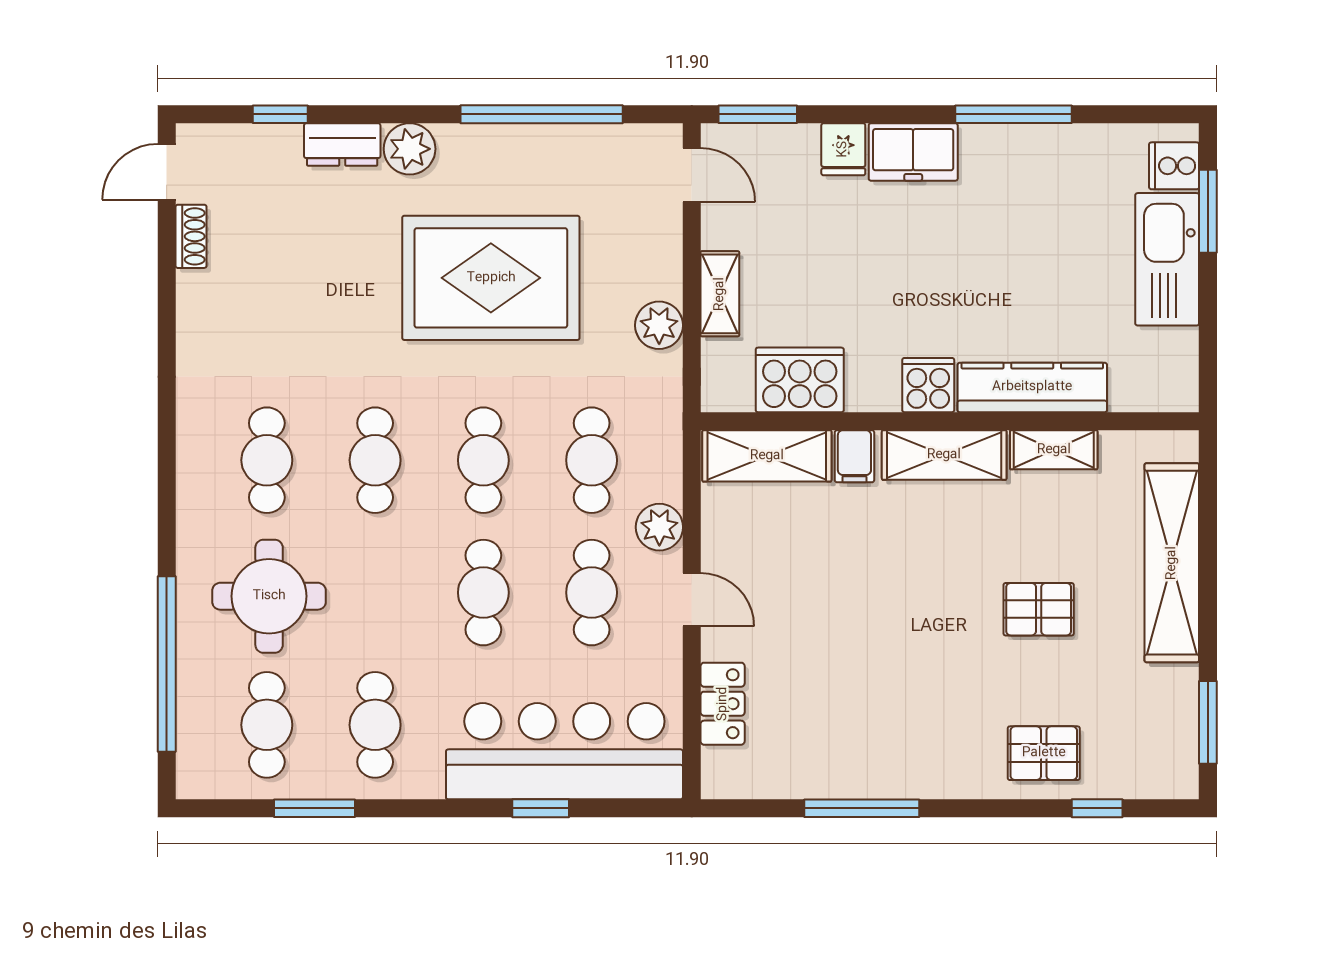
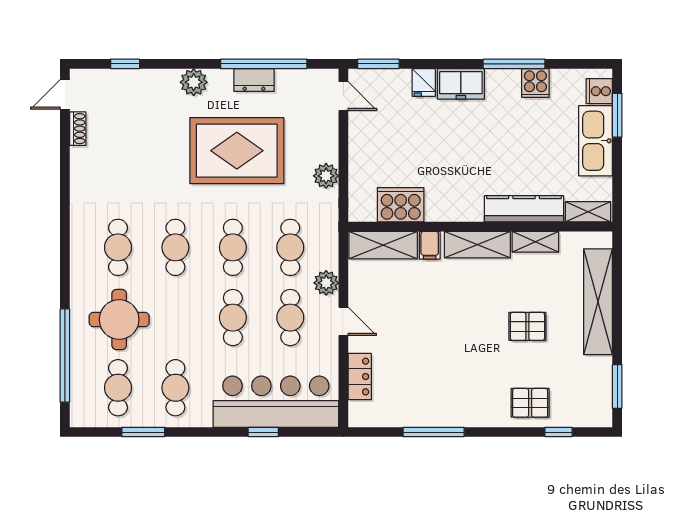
dresser: (342, 145) -> (254, 80), moved
shelving: (720, 294) -> (588, 212), moved, turned 90
cooker: (928, 385) -> (535, 83), moved, turned 180

